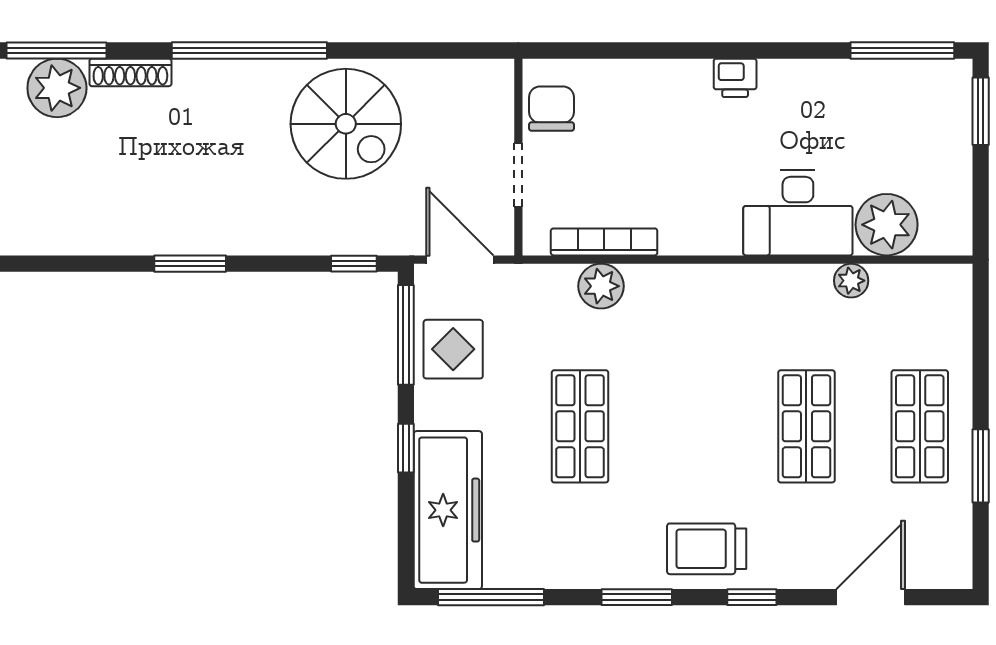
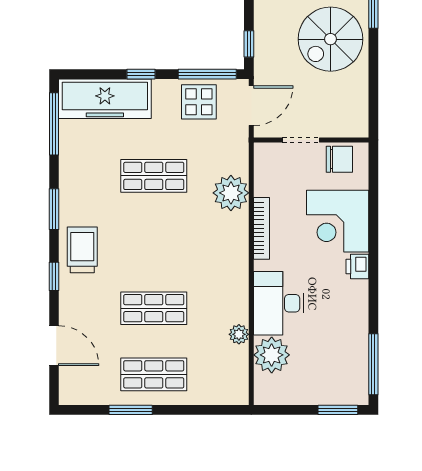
corner desk: (658, 112) -> (338, 221), added
bookcase: (604, 242) -> (262, 228), moved
plant: (601, 286) -> (231, 193), width x1.36, depth x1.36

